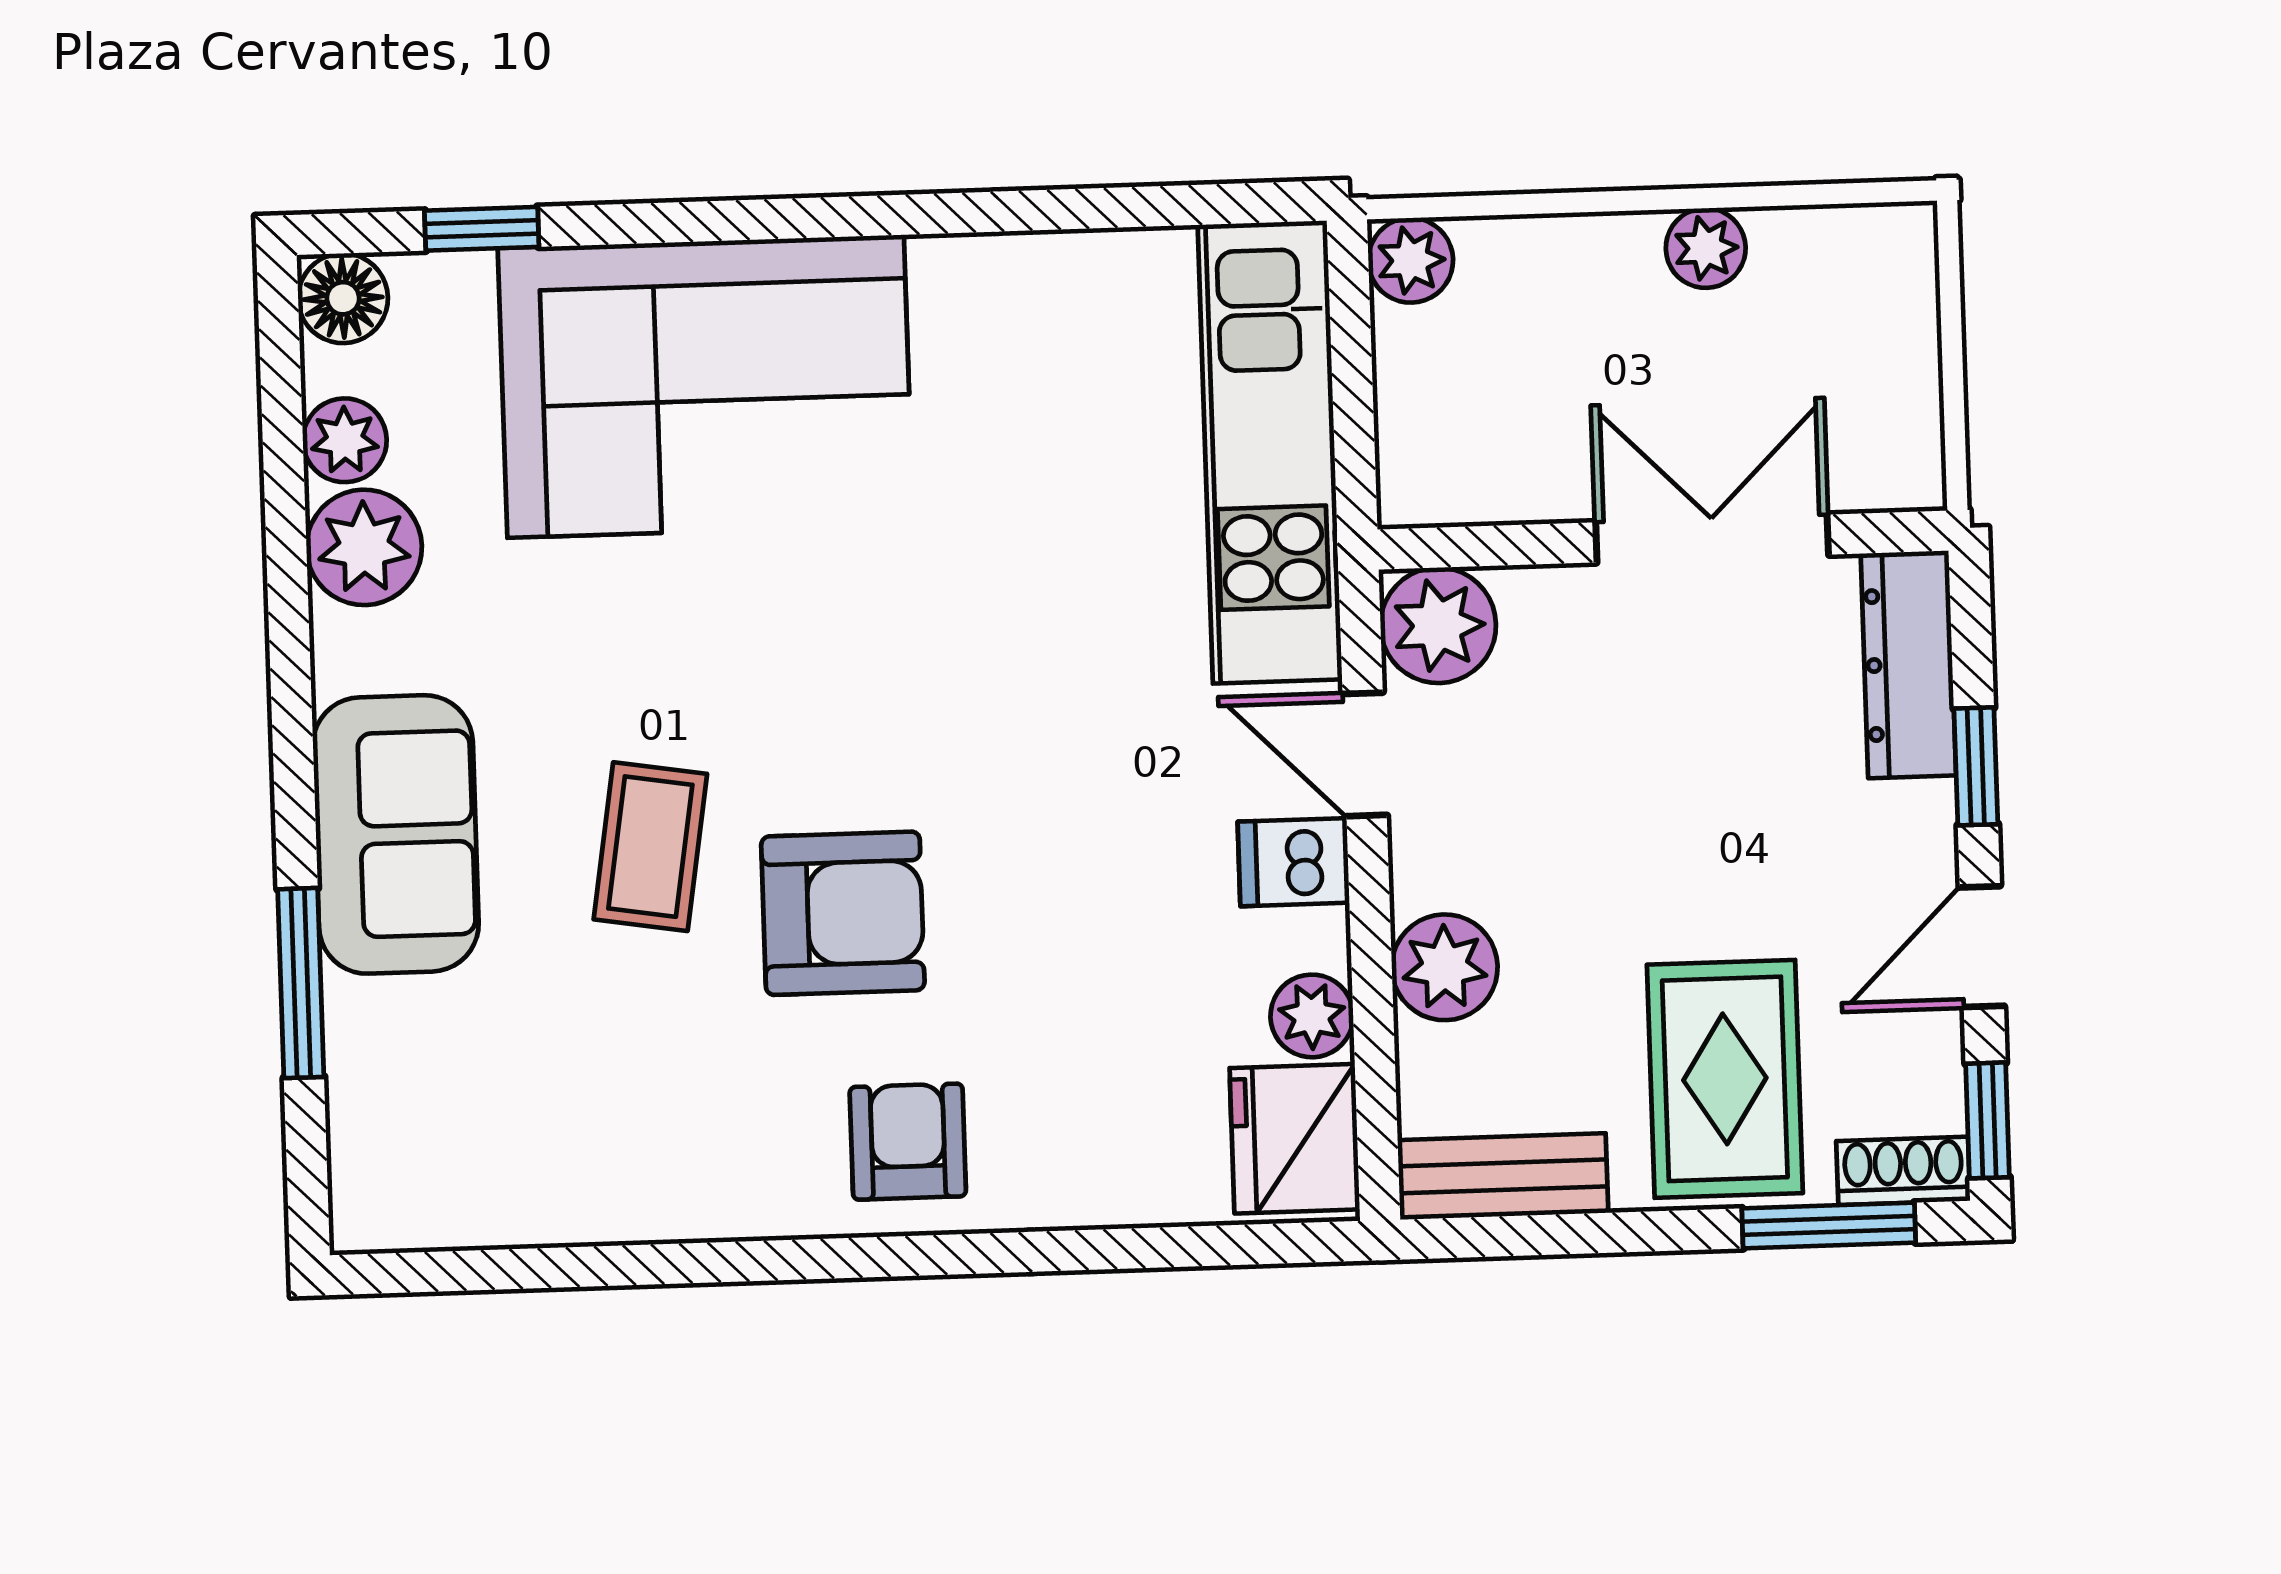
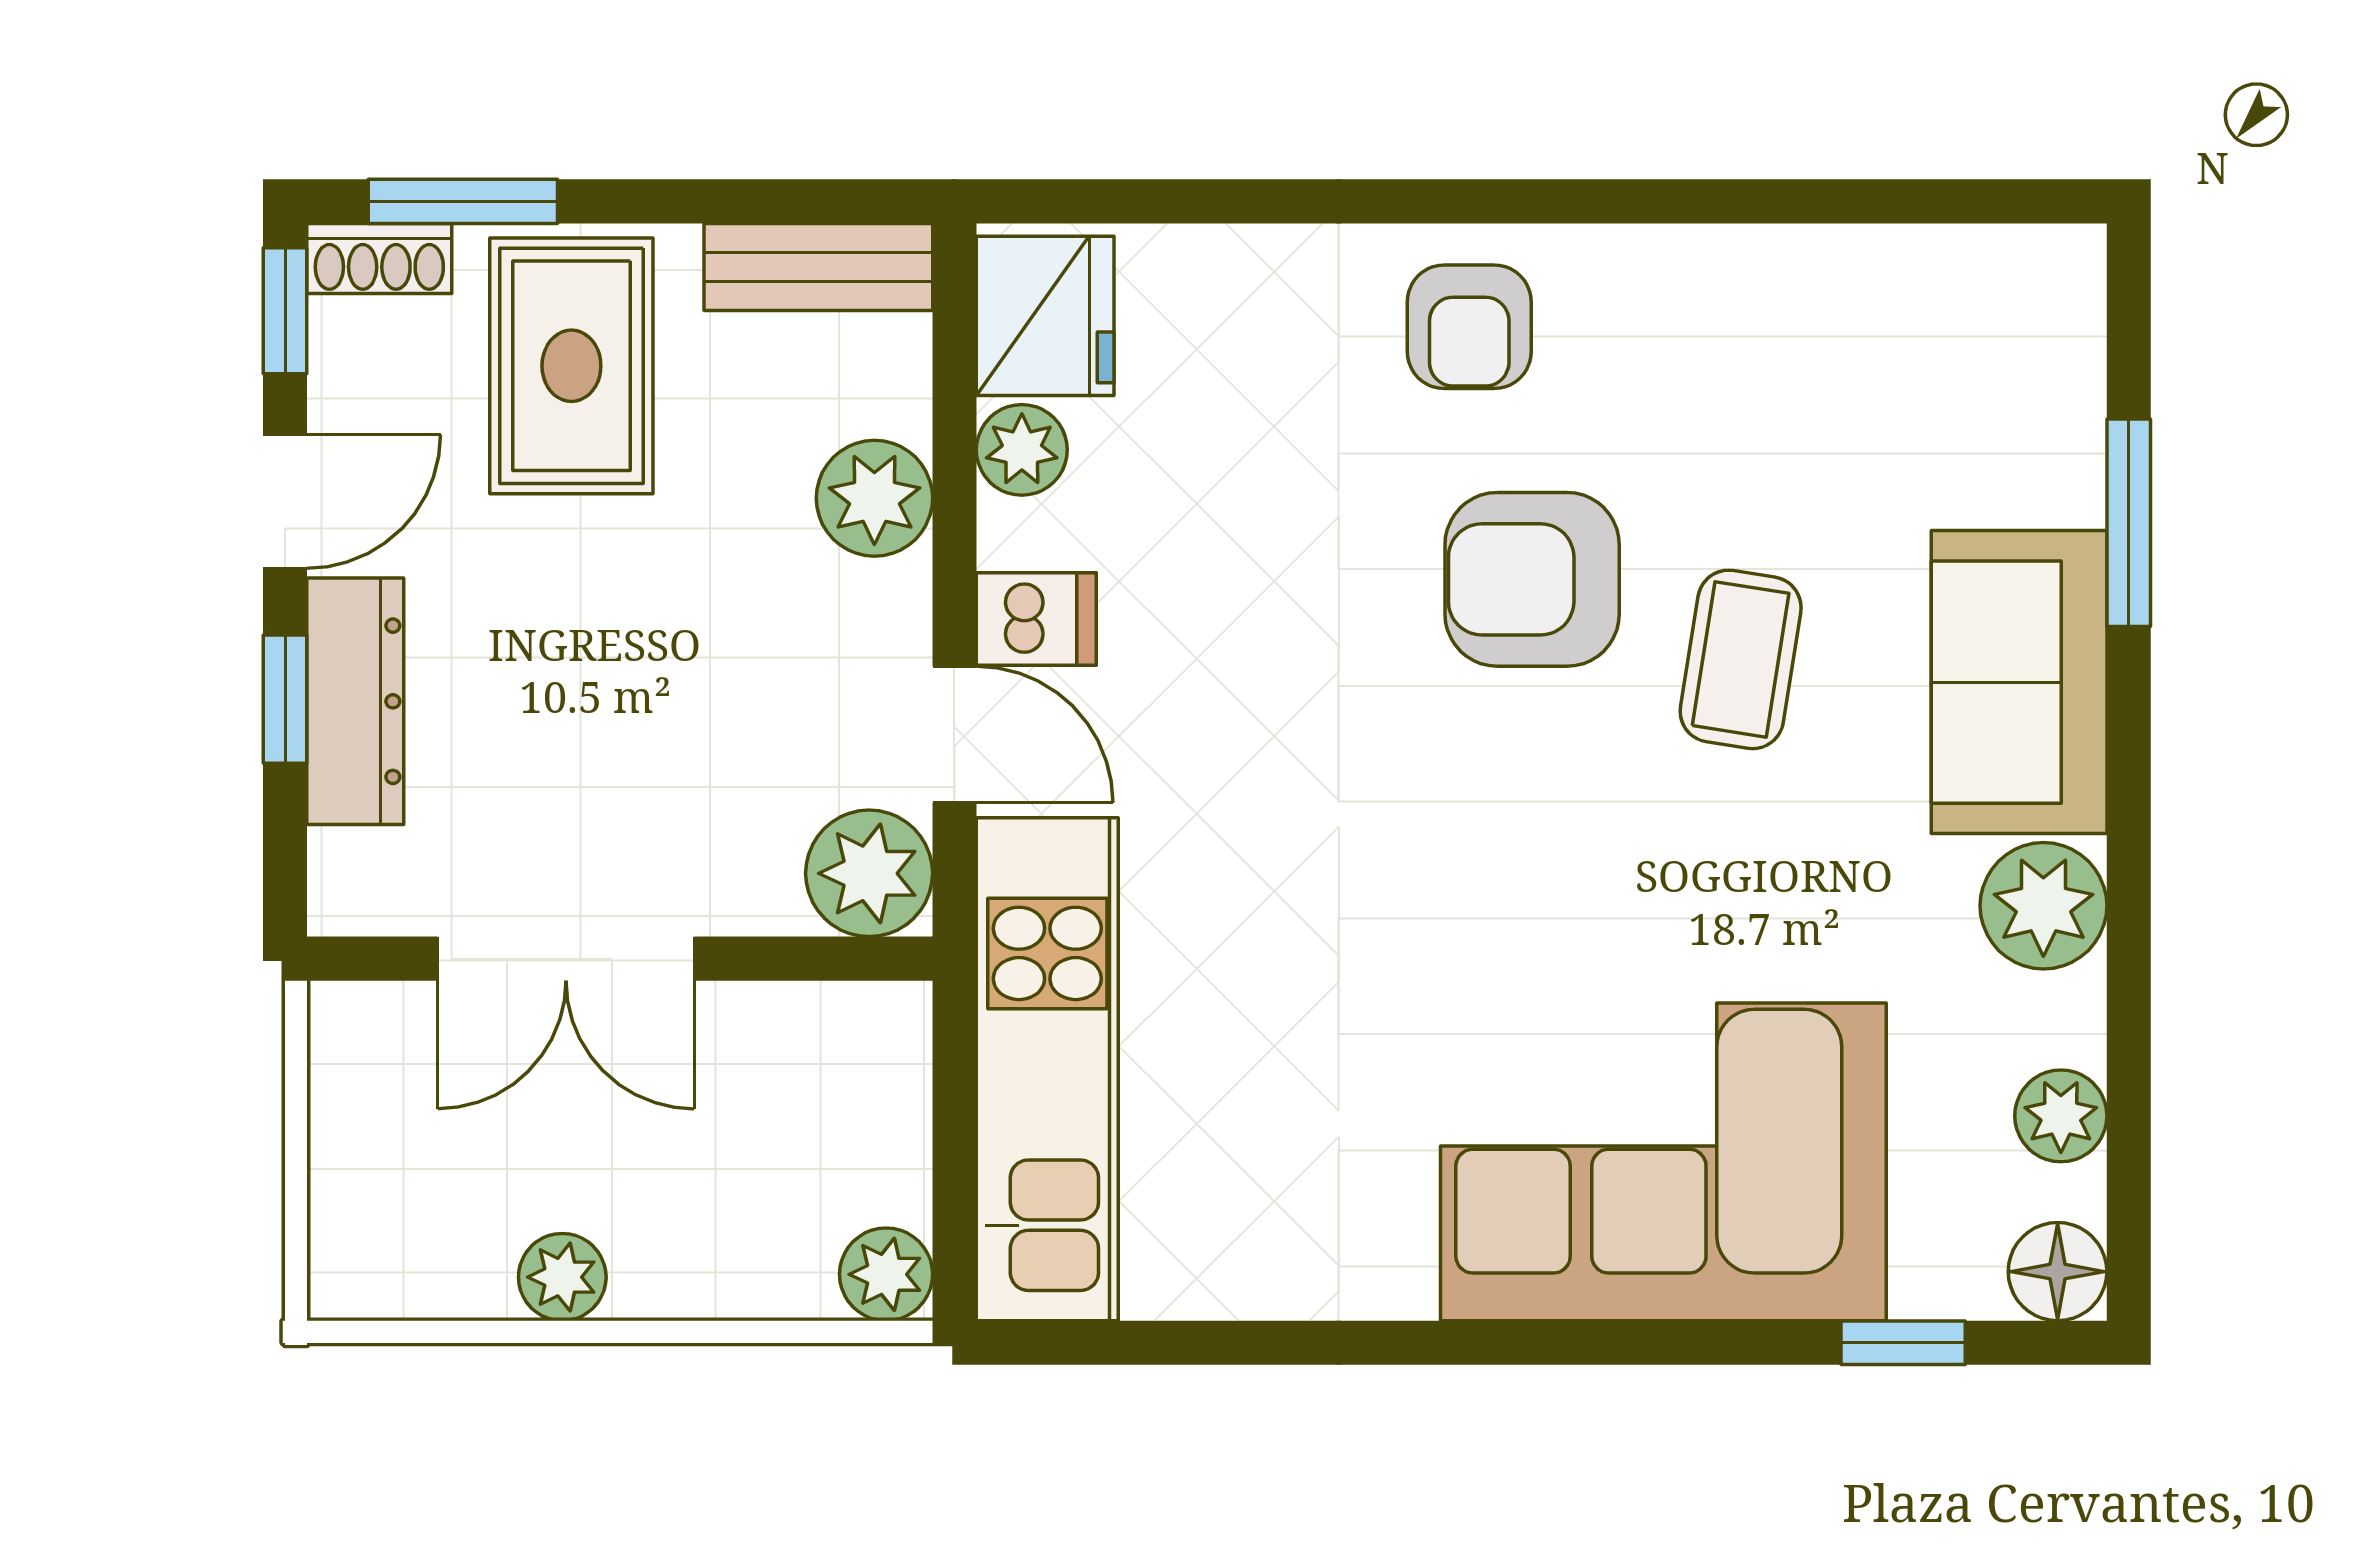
plant: (364, 547) -> (2043, 906), moved
dresser: (1908, 664) -> (355, 701), moved

